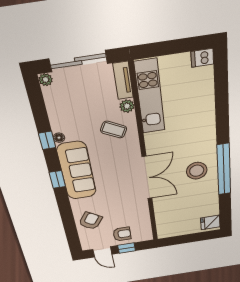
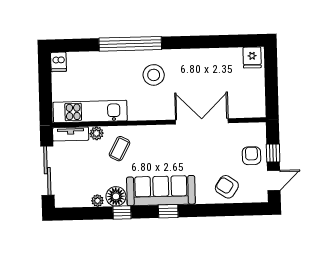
plant: (46, 80) -> (97, 201), moved
floor lamp: (59, 138) -> (116, 196), width x1.89, depth x1.89
window: (224, 170) -> (130, 44), moved
stool: (197, 171) -> (154, 75), moved
double door: (147, 178) -> (202, 121), moved

